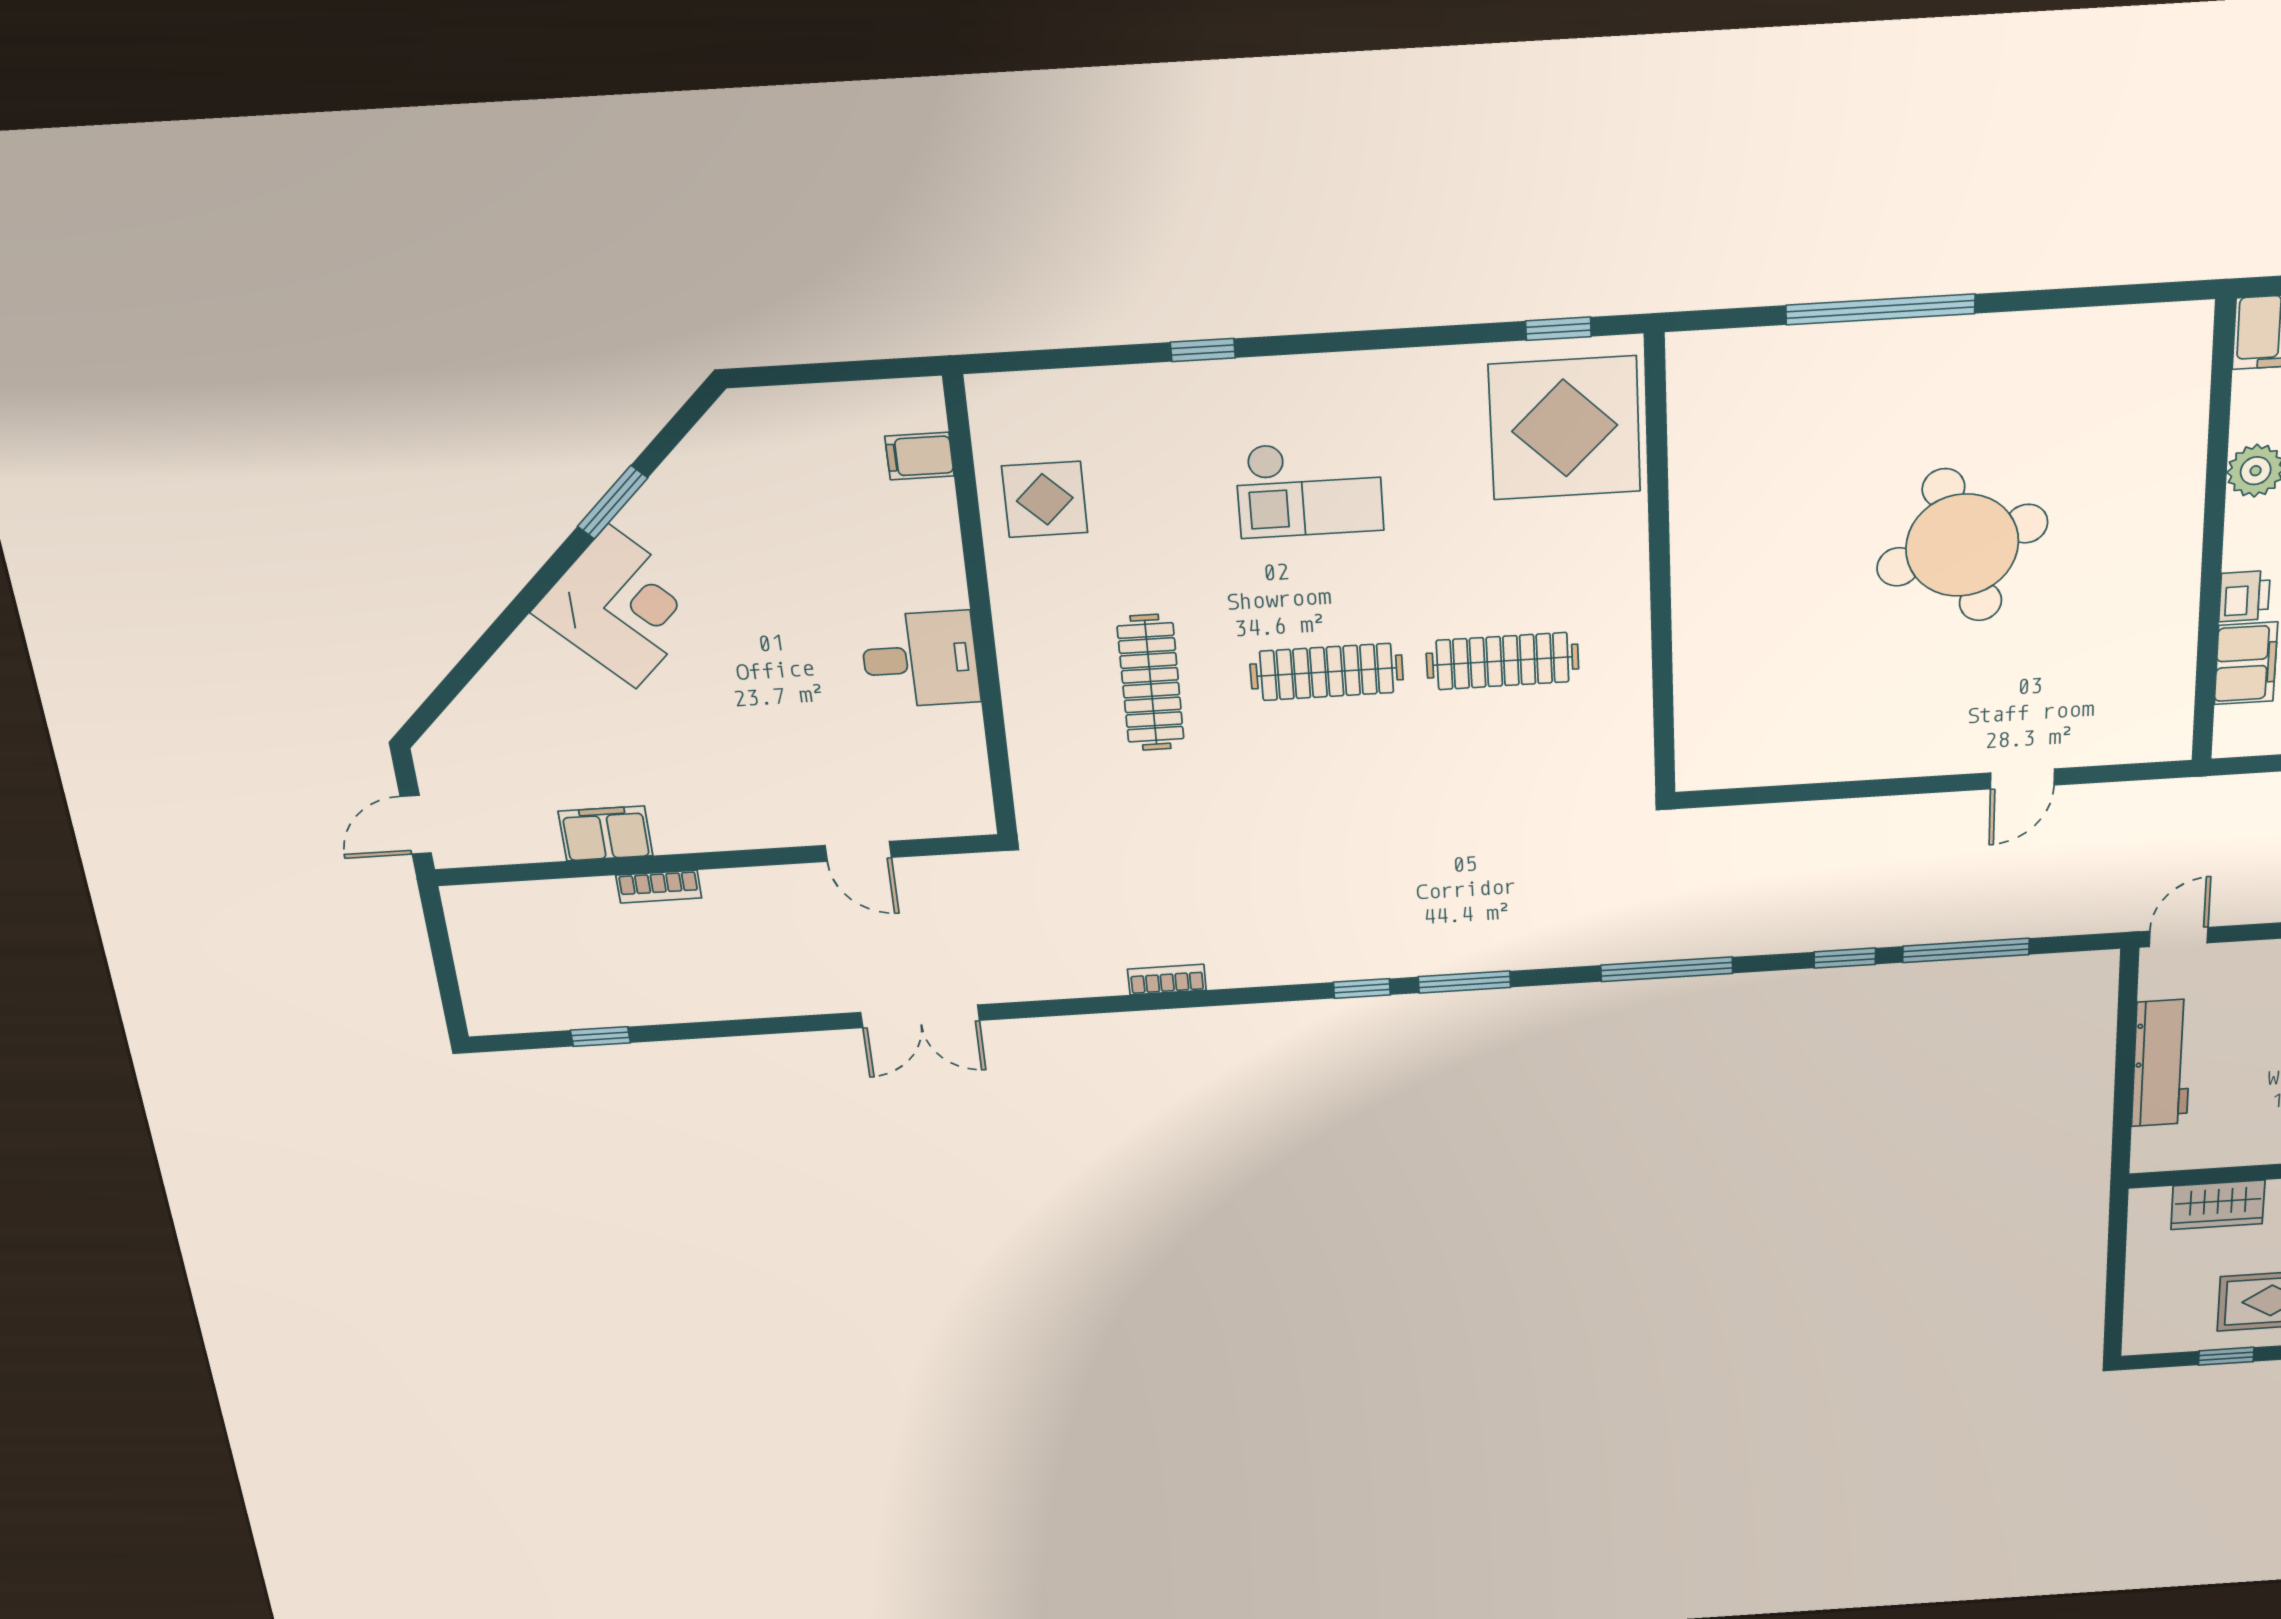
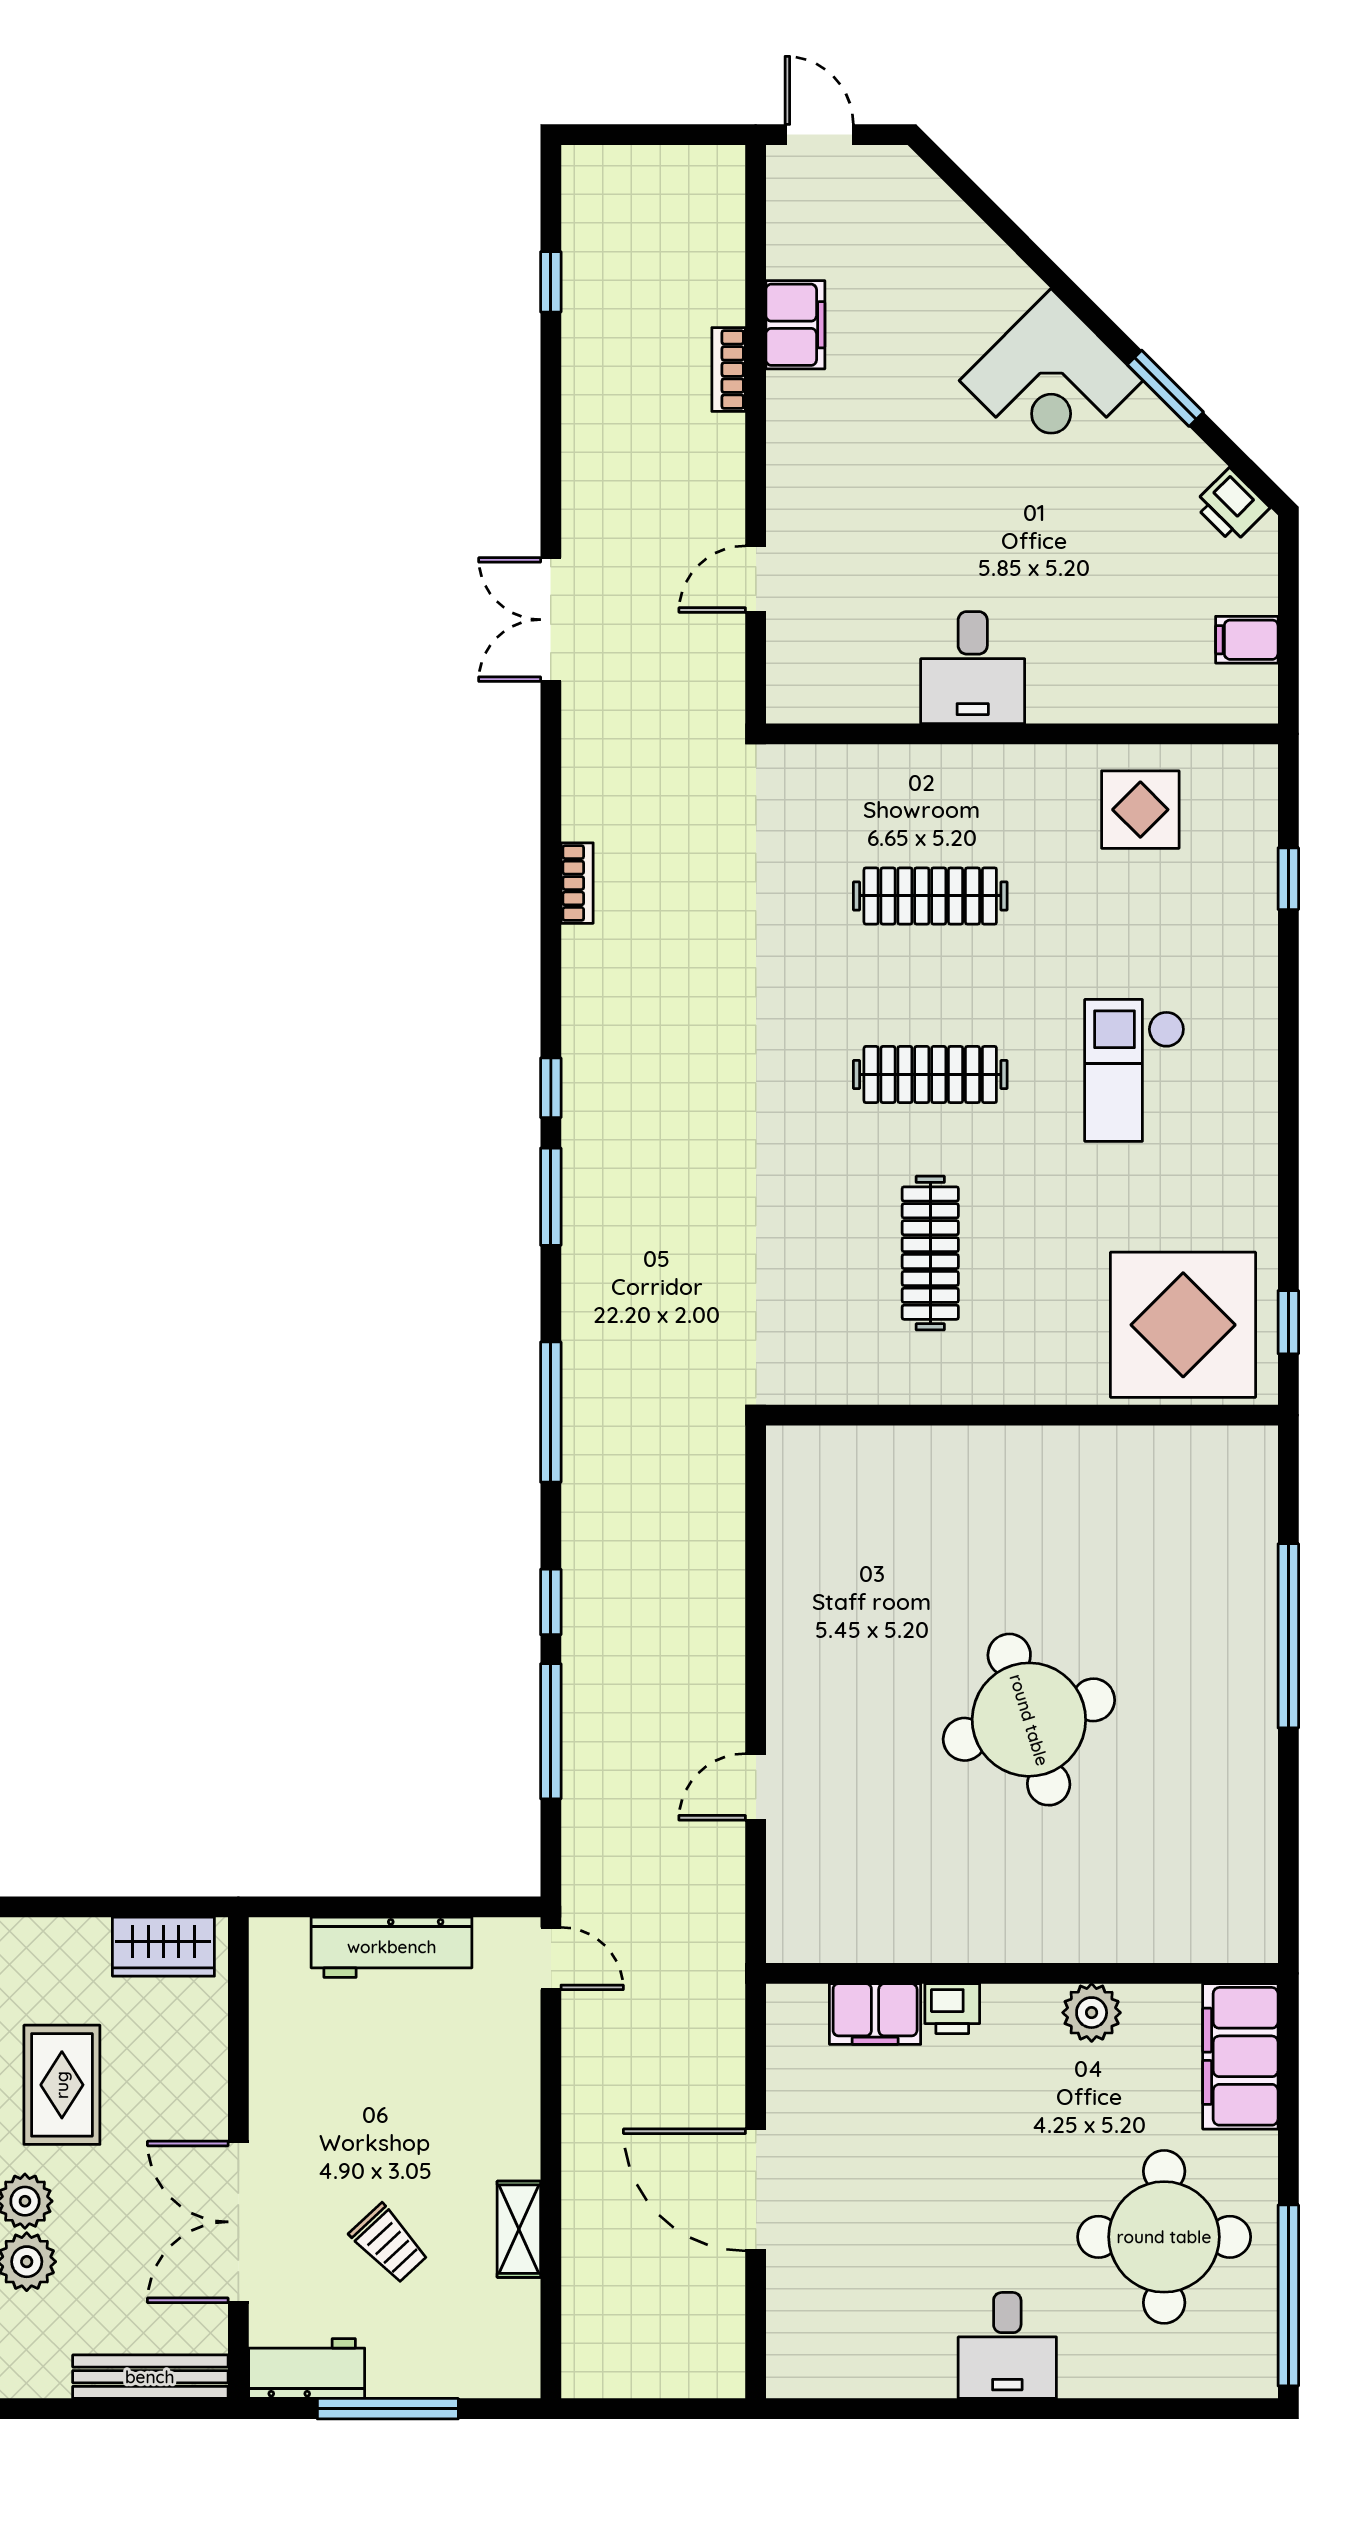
window: (1203, 350) -> (1288, 879), moved
printer: (723, 433) -> (1231, 506), added
filing cabinet: (920, 456) -> (1247, 640), moved, turned -90
clothes rail: (1327, 672) -> (930, 1075), turned 90
door: (2022, 779) -> (756, 1787), hinge flipped
wardrobe: (2218, 1205) -> (163, 1947), moved, turned -90

